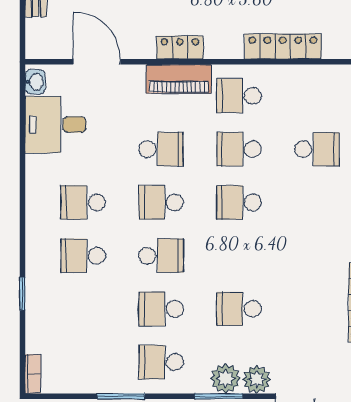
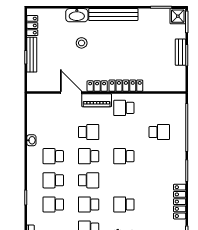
locker: (283, 47) -> (126, 86), moved
door: (97, 62) -> (71, 92), moved
washbasin: (35, 82) -> (31, 140), moved
desk: (56, 125) -> (41, 121), removed
school desk: (239, 149) -> (53, 204), moved

